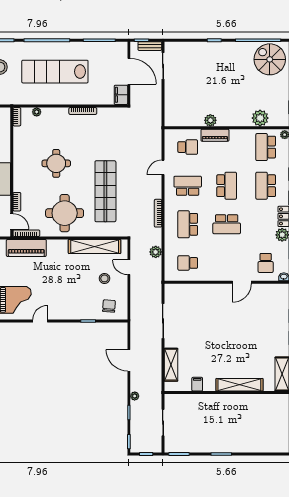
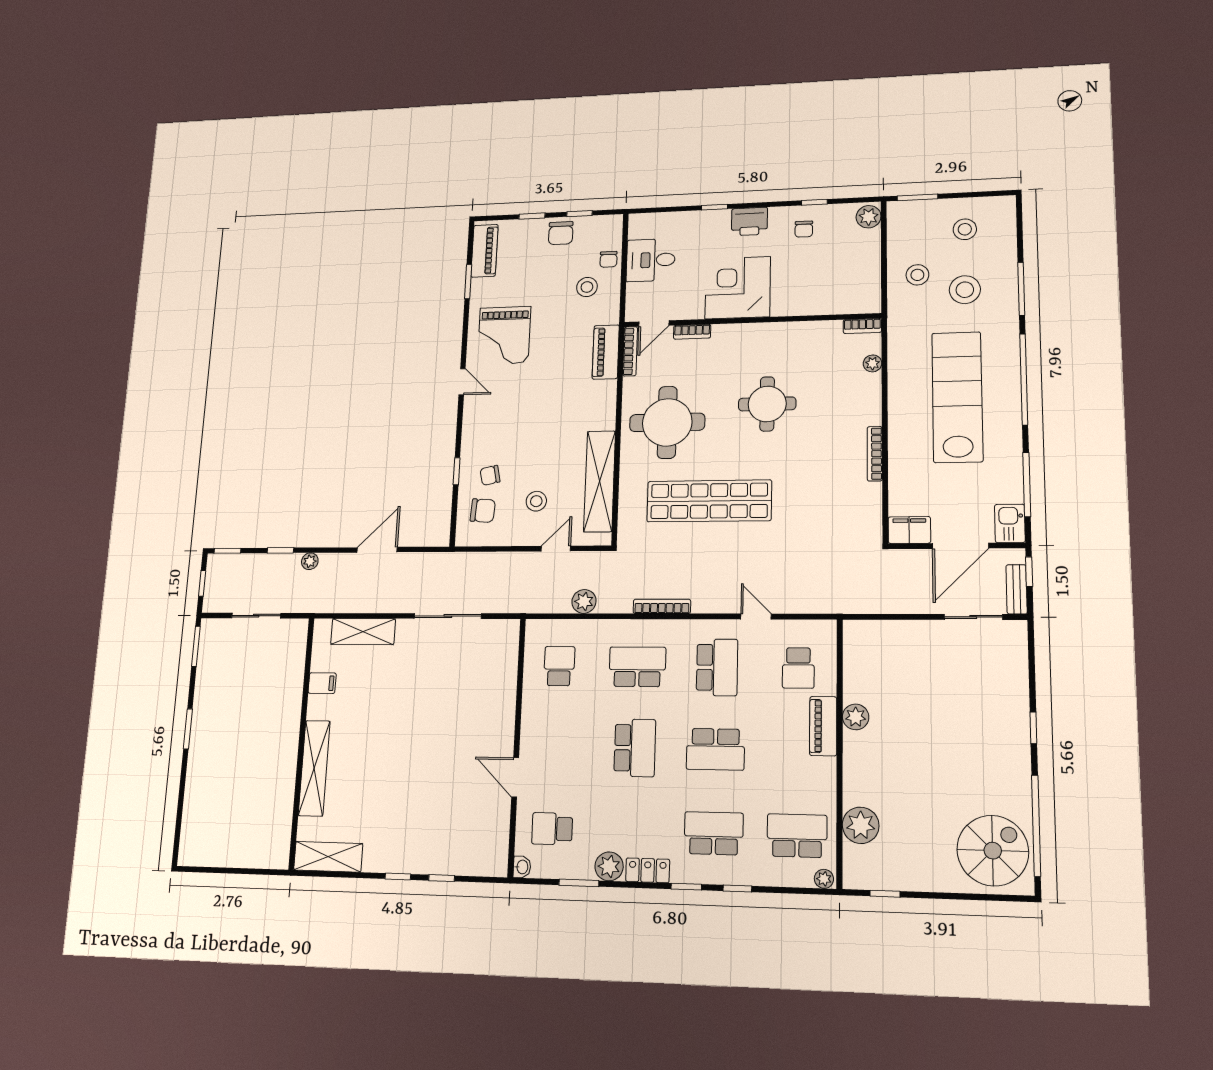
kitchen sink: (118, 48) -> (1010, 523), added
school desk: (227, 224) -> (635, 748), turned 180
piano: (26, 248) -> (606, 352), width x0.73, depth x0.75
chair: (91, 303) -> (490, 475), added

